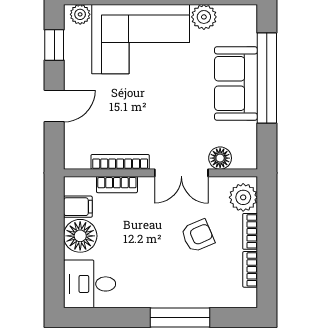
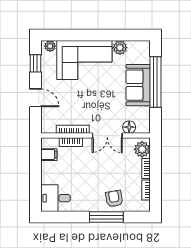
door: (54, 106) -> (35, 98), hinge flipped
floor lamp: (80, 236) -> (50, 171), removed
armchair: (198, 236) -> (114, 199), moved, turned -77

